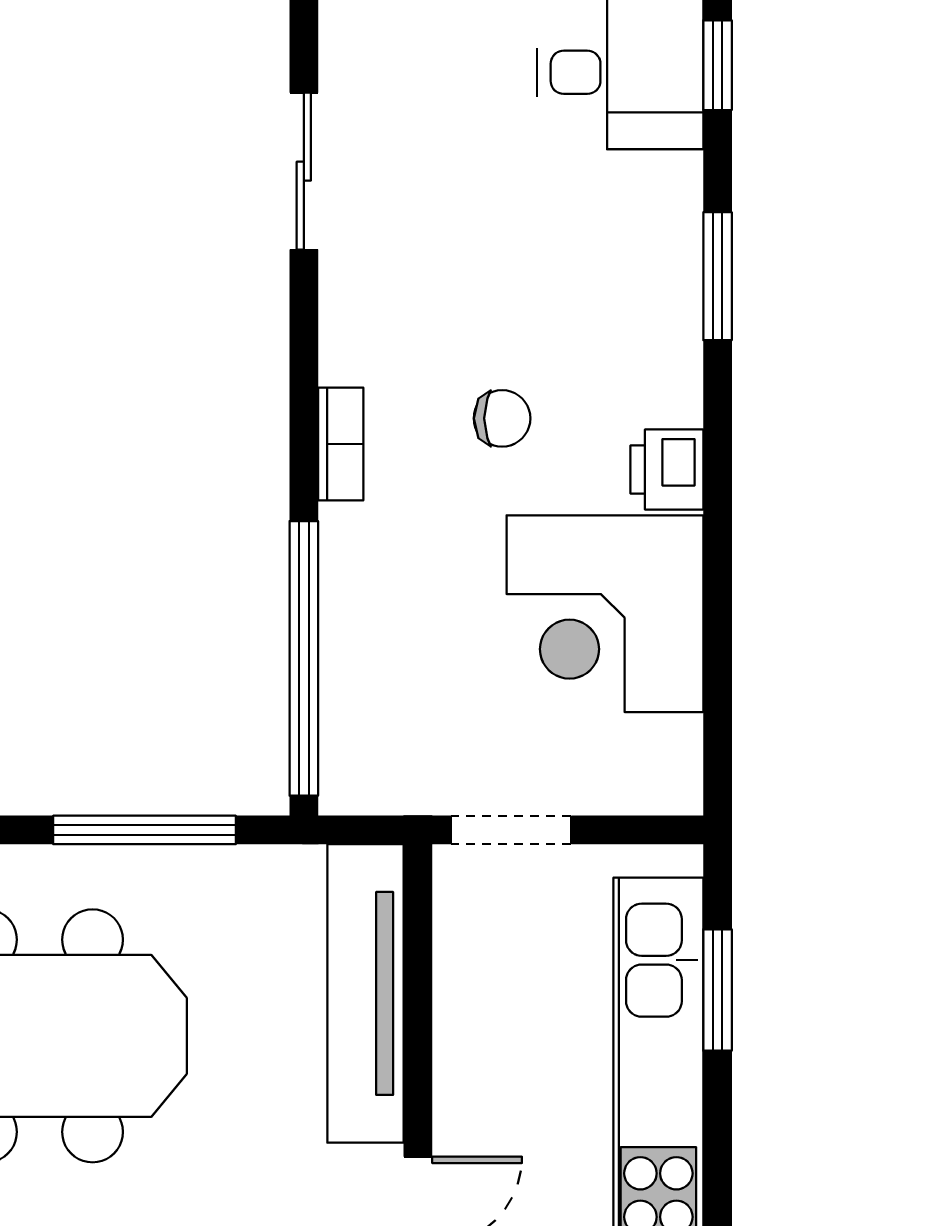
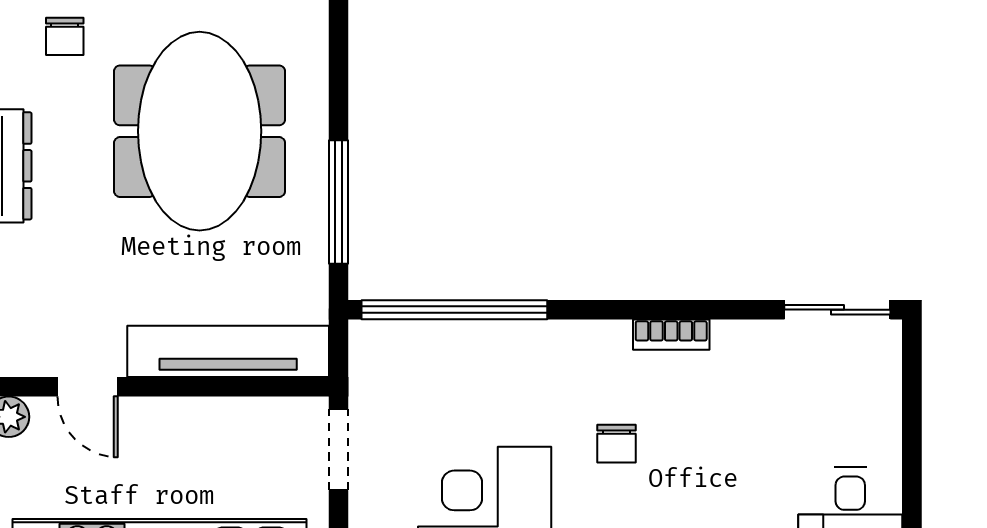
sliding door: (304, 171) -> (837, 310), moved
bookcase: (341, 444) -> (671, 335), moved

